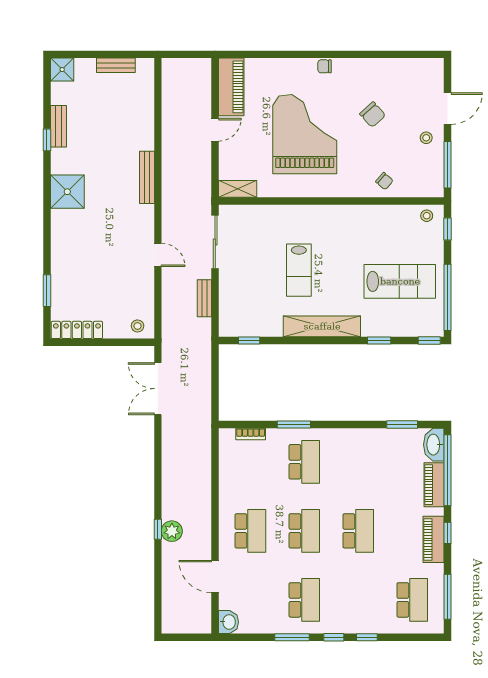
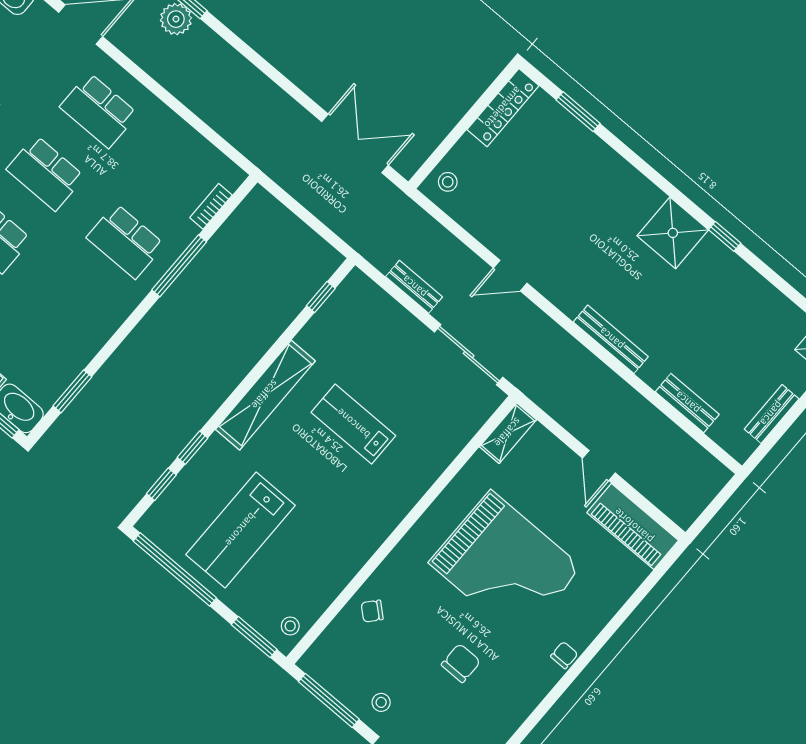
chair: (373, 115) -> (461, 663), turned 132
bench: (59, 126) -> (687, 403), moved
window: (47, 140) -> (725, 236), moved
window: (447, 229) -> (254, 637), width x1.50
window: (429, 340) -> (161, 484), moved
window: (294, 424) -> (179, 266), width x1.44

